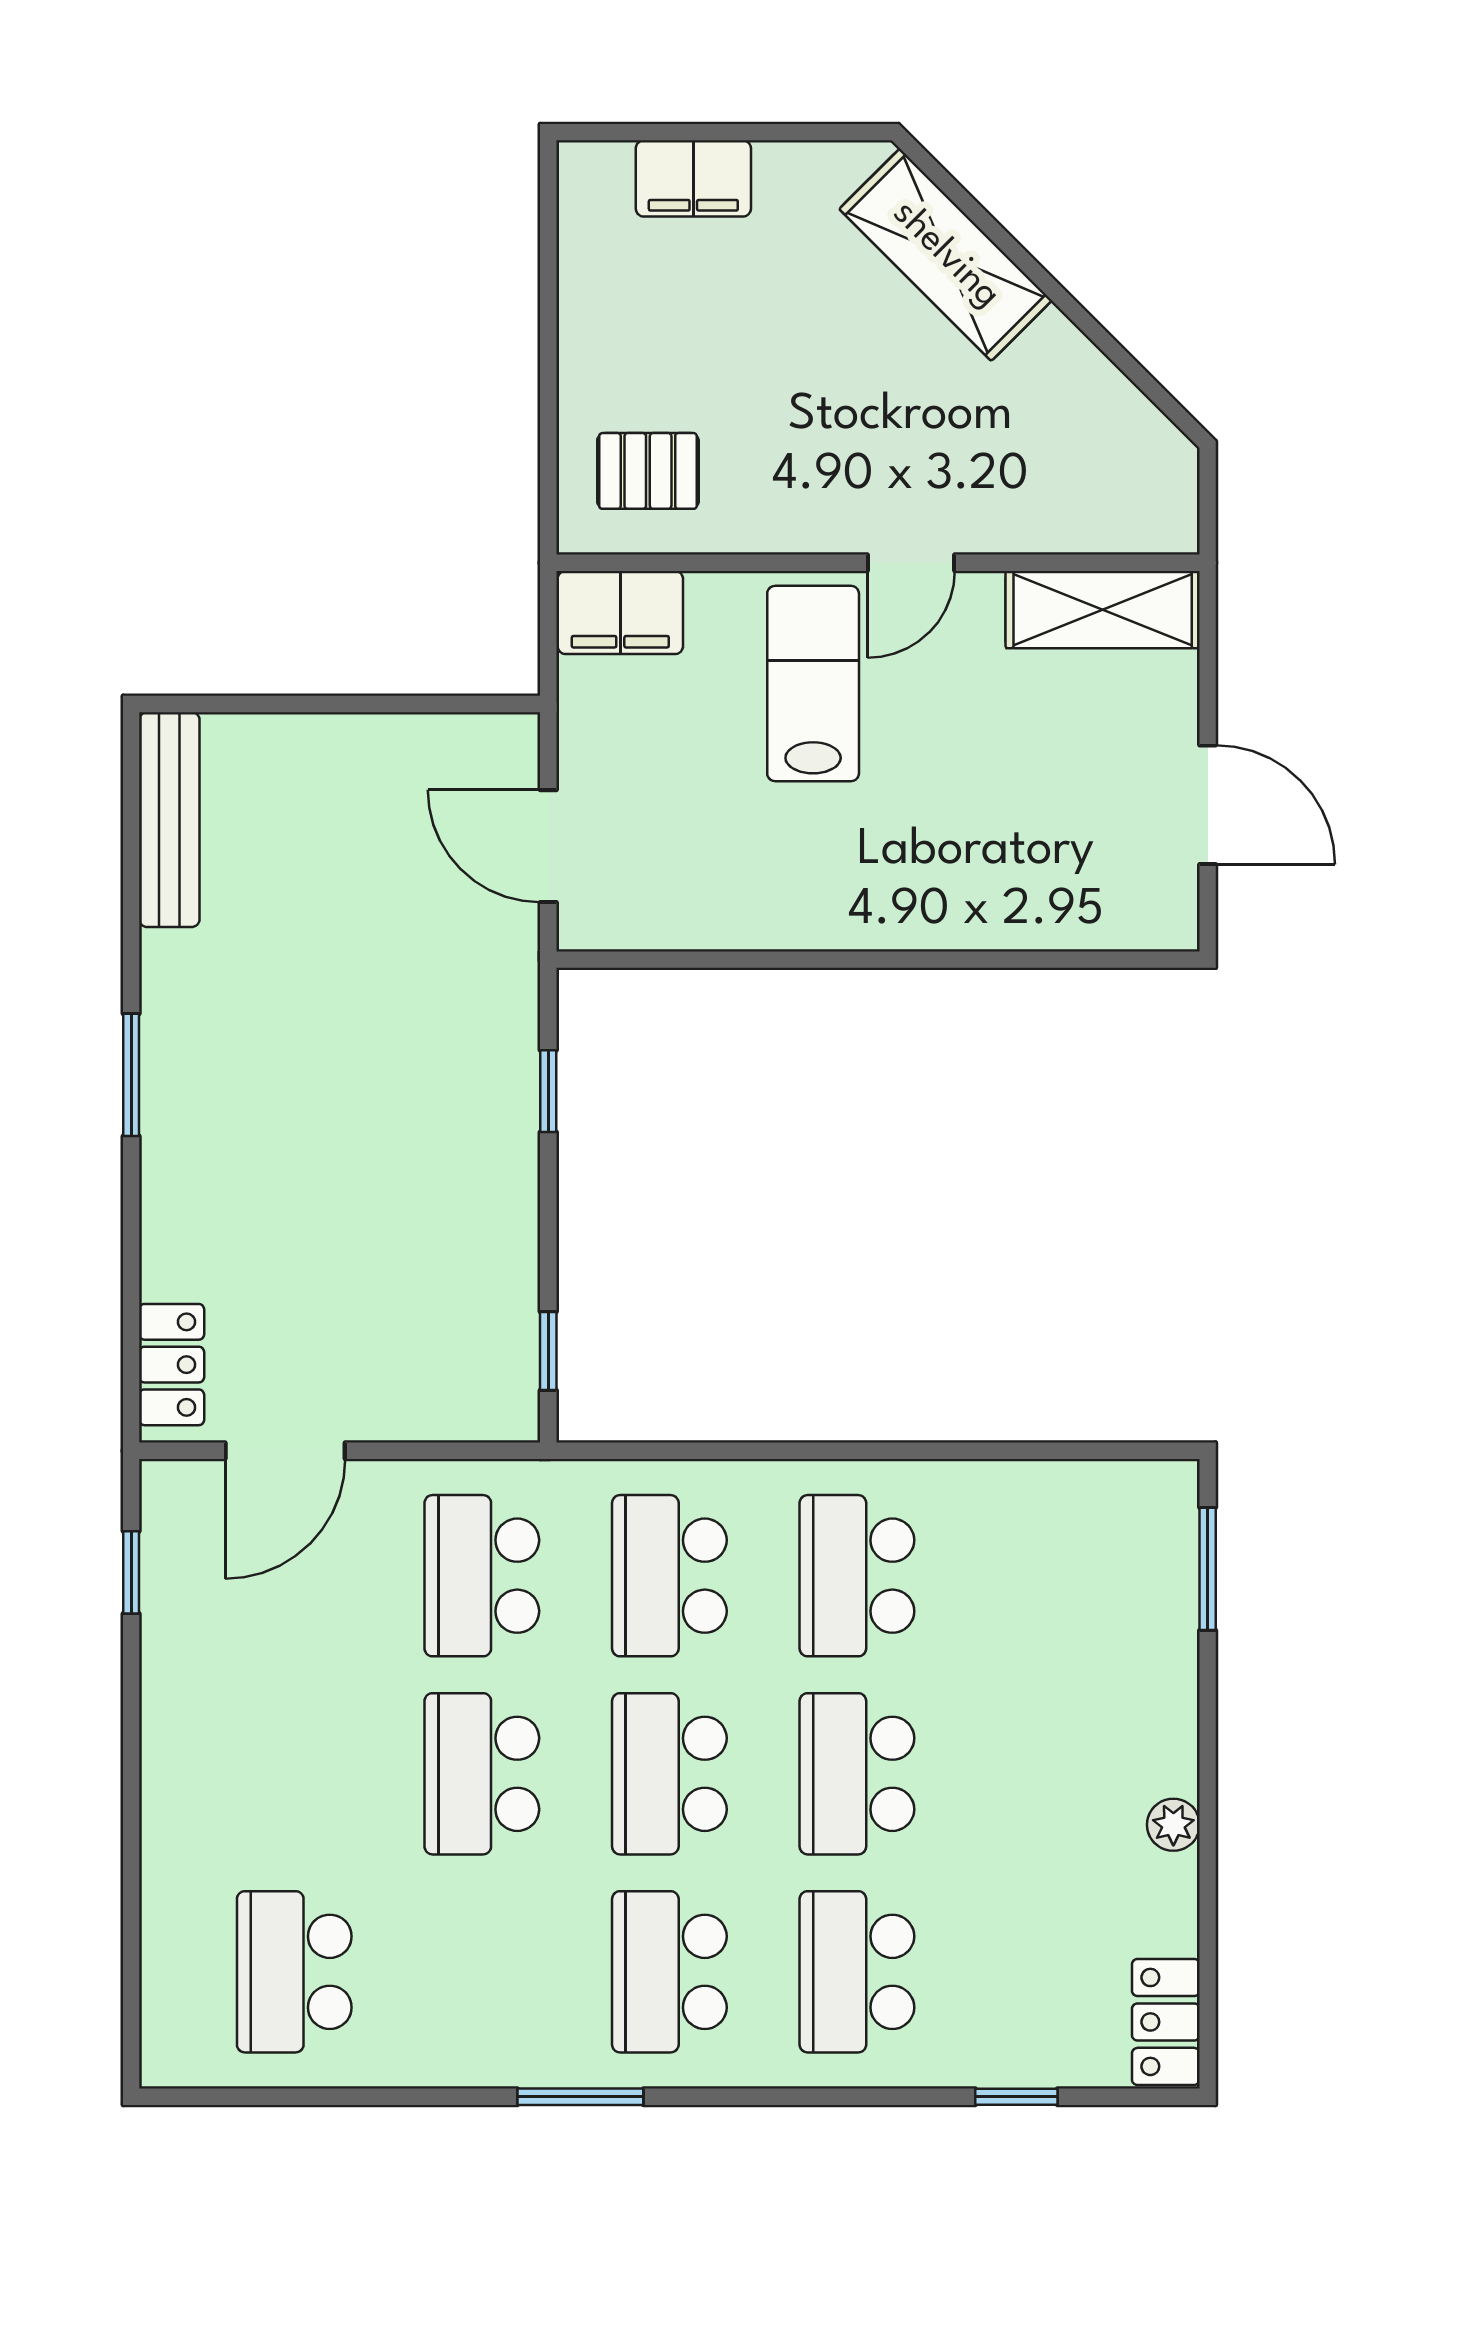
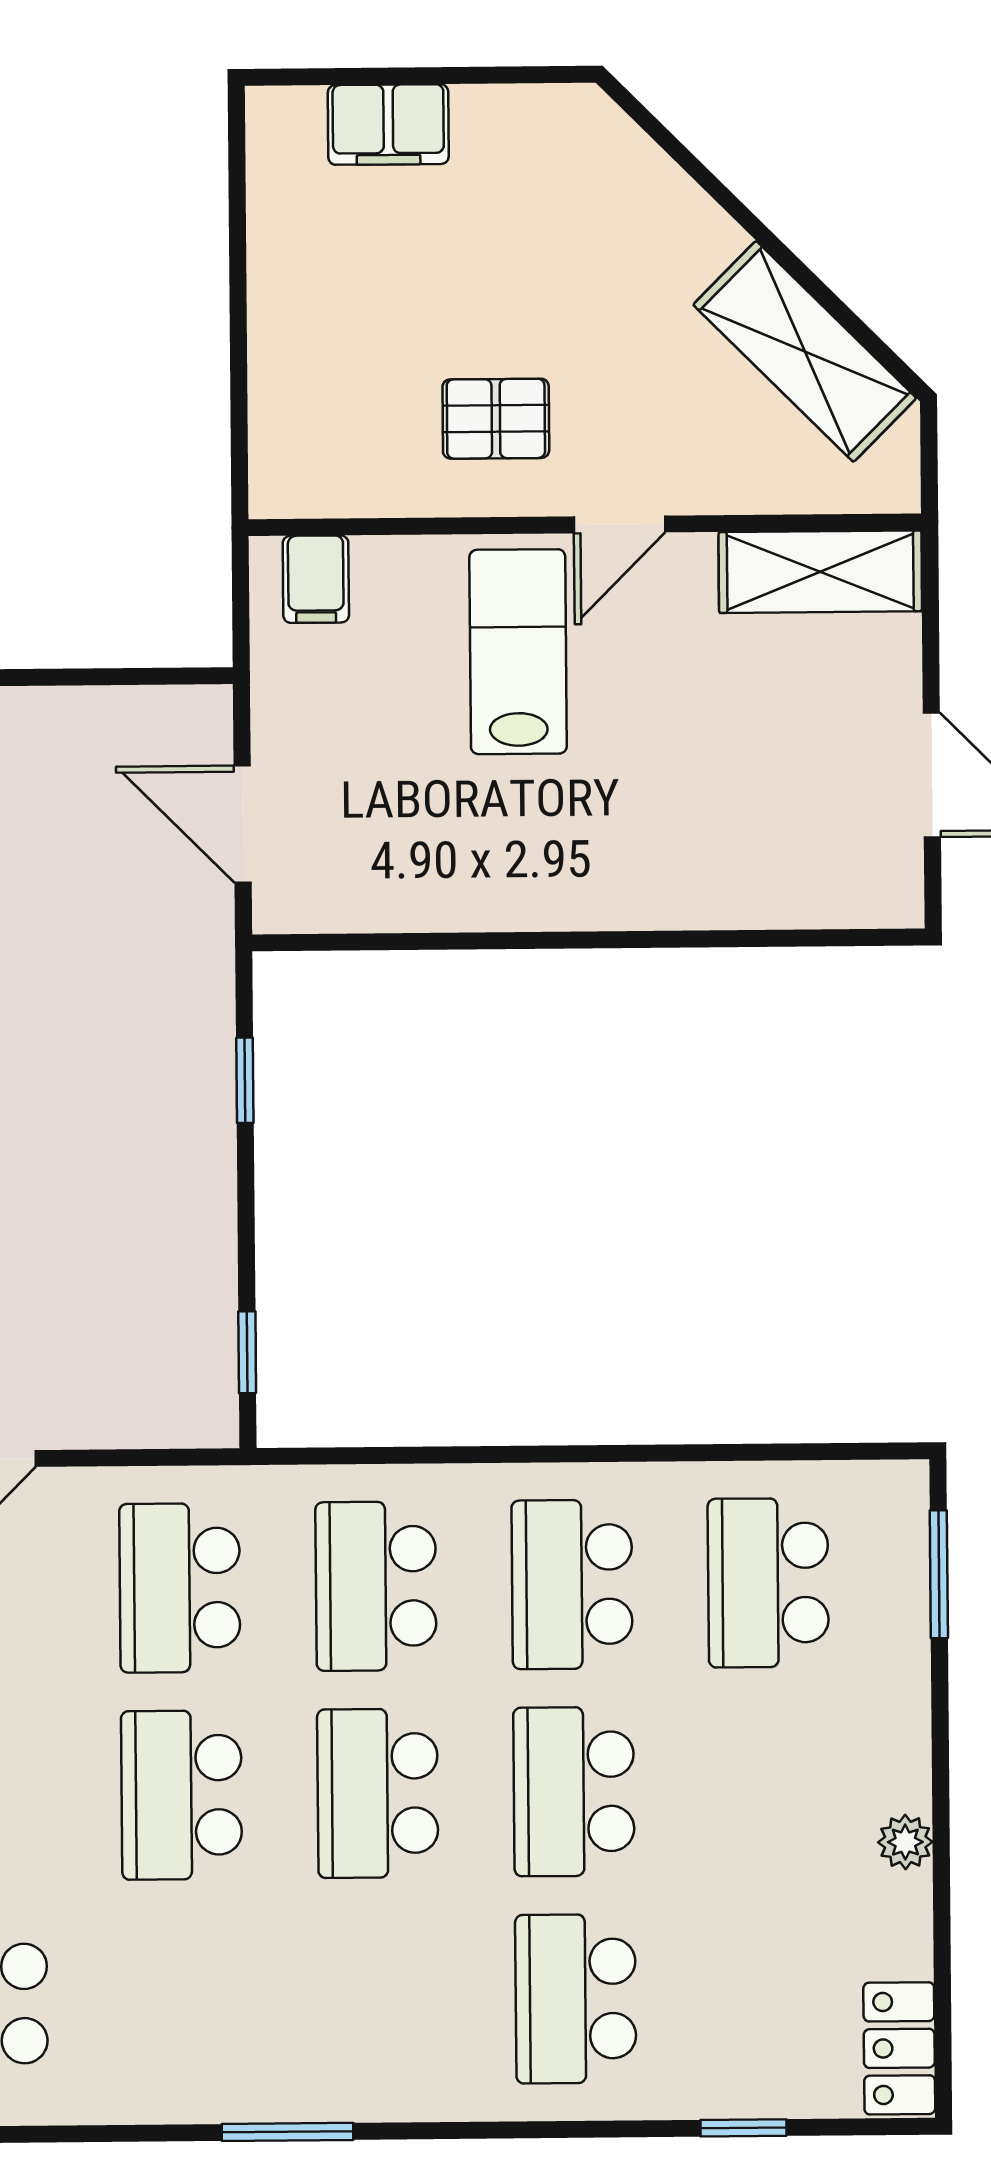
shelving: (946, 255) -> (805, 351), moved
pallet: (648, 471) -> (496, 419), moved
filing cabinet: (620, 613) -> (316, 579), width x0.50
school desk: (669, 1972) -> (768, 1583), moved

